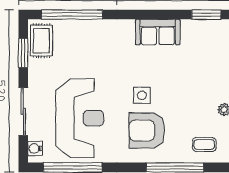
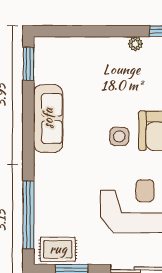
sofa: (158, 32) -> (48, 118), width x1.36

